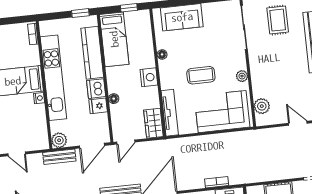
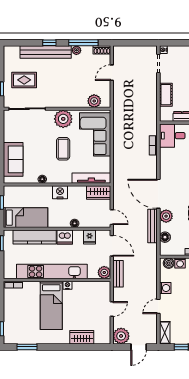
plant: (242, 76) -> (63, 119), width x1.88, depth x1.88
fridge: (98, 106) -> (90, 237), moved

